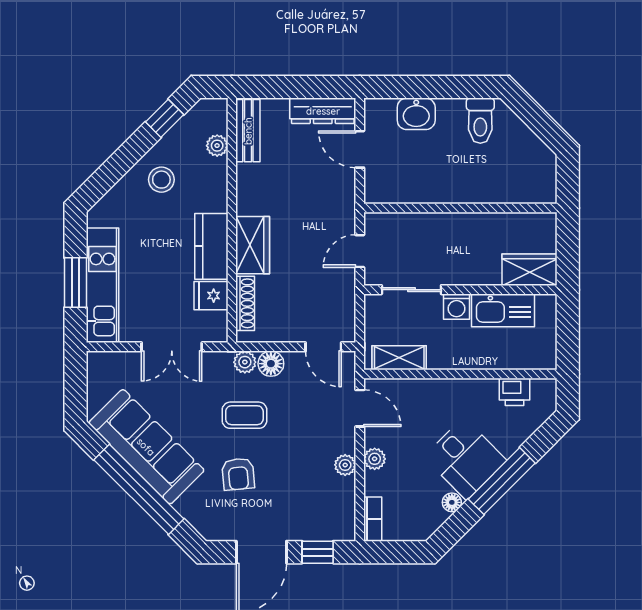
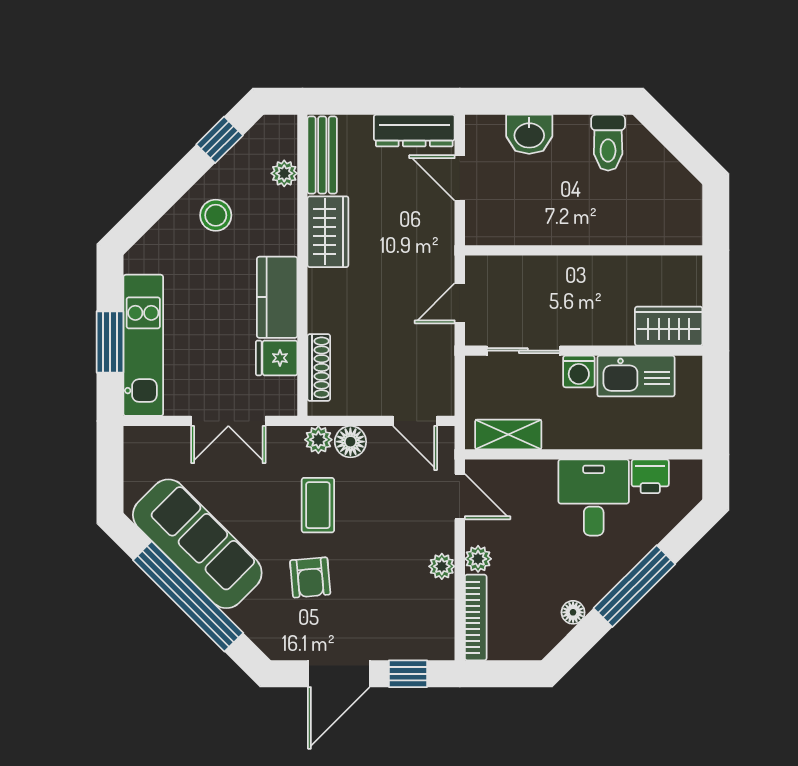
wardrobe: (253, 245) -> (328, 232), moved
coffee table: (244, 415) -> (318, 505), turned 90
desk: (465, 459) -> (594, 497), moved, turned -135
bookcase: (373, 519) -> (476, 618), width x1.56

